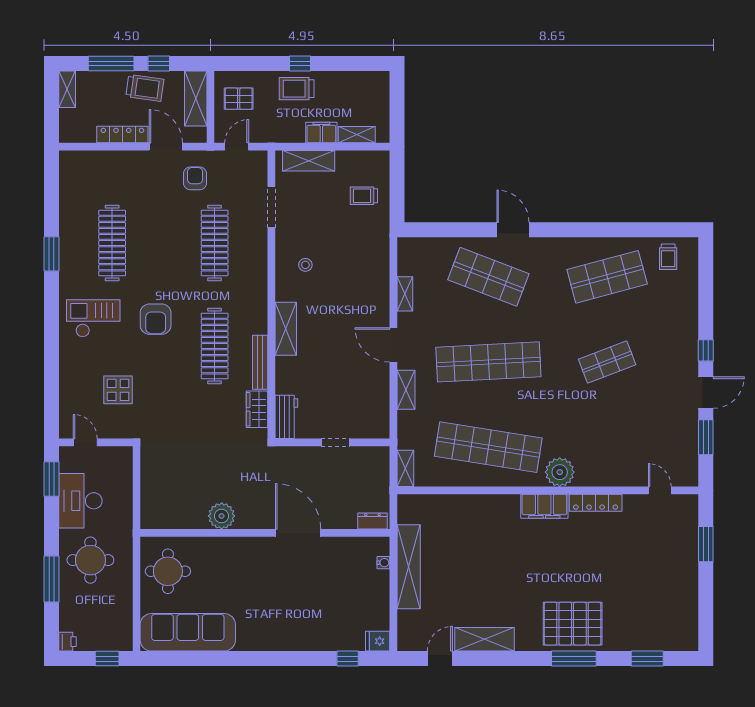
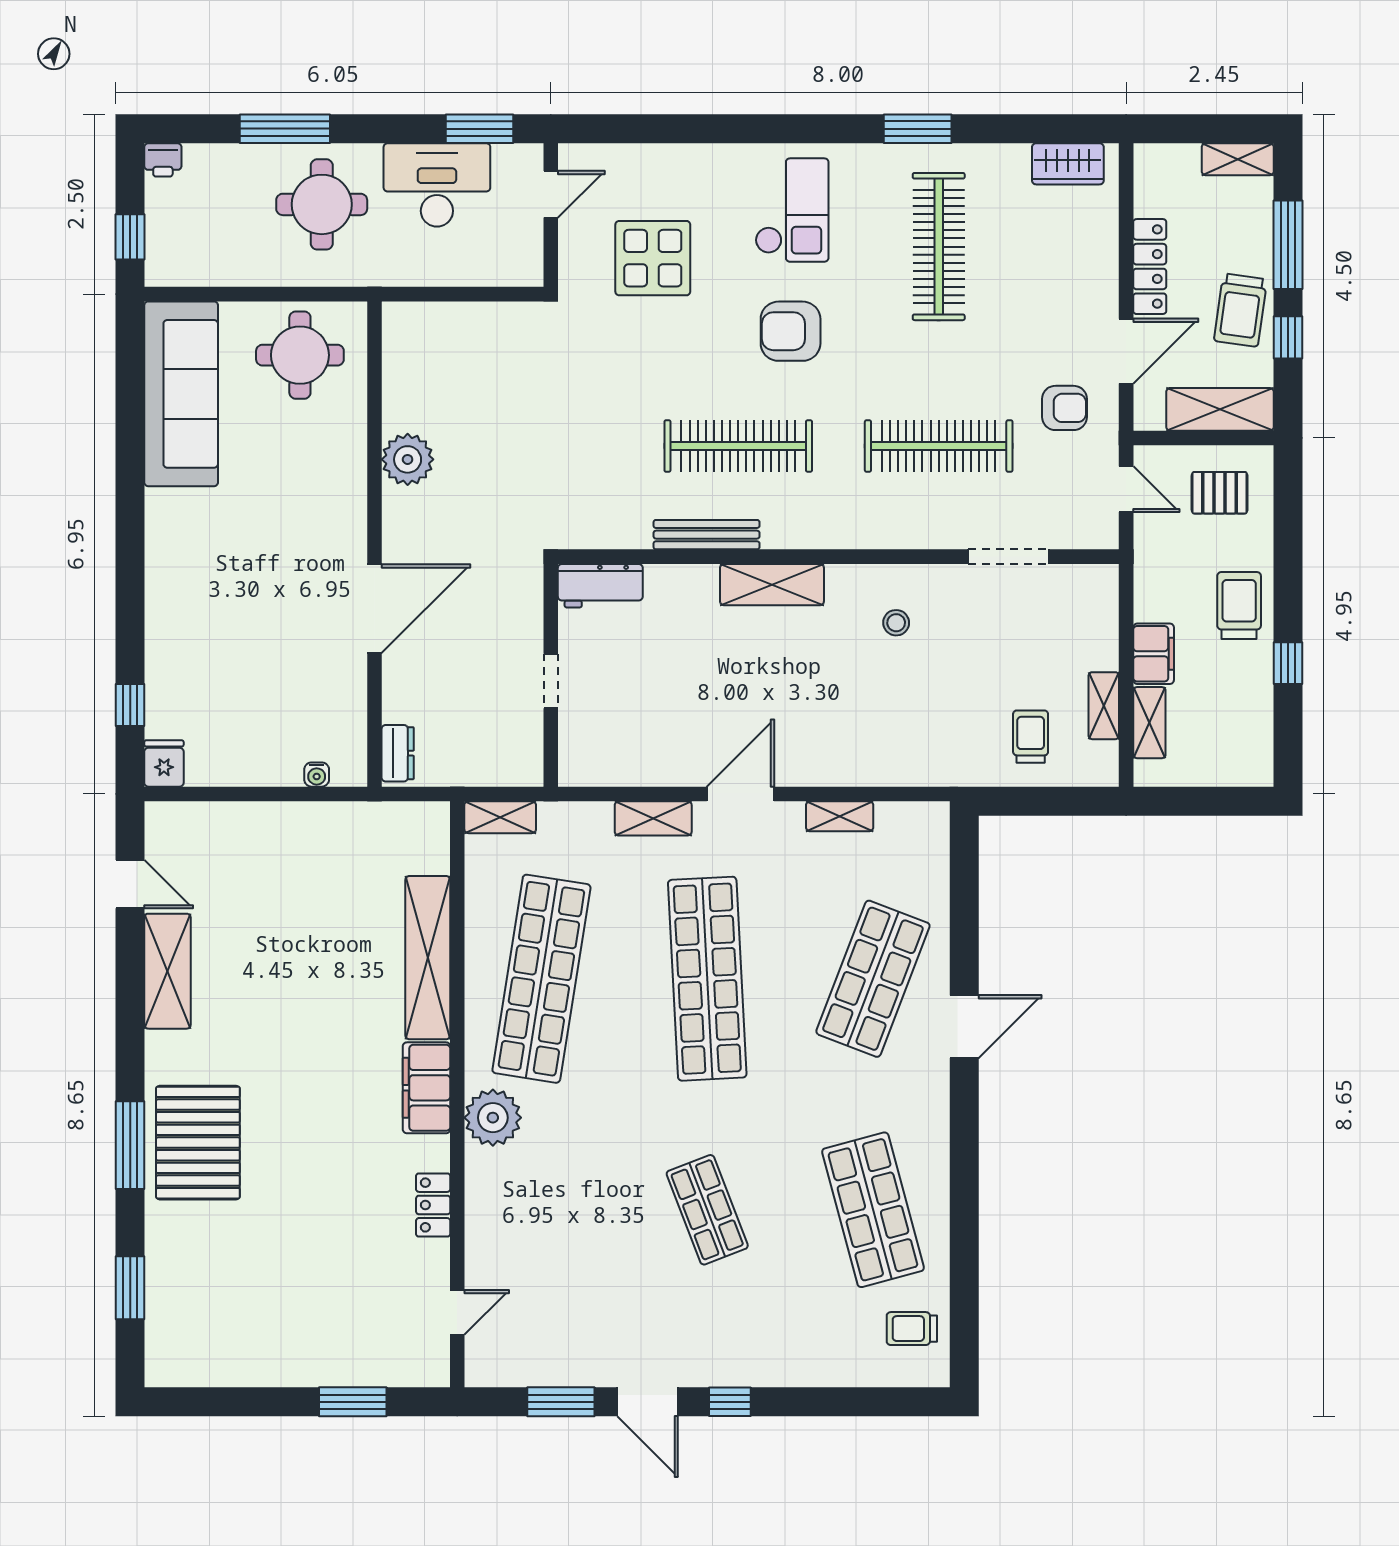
window: (300, 64) -> (1288, 663), moved
pallet: (239, 99) -> (1220, 493), turned 90
shelving: (309, 161) -> (1104, 706), moved, width x0.67, depth x0.75
clothes rail: (112, 243) -> (939, 247), turned 90
display table: (118, 390) -> (653, 258), width x1.36, depth x1.36
wardrobe: (257, 409) -> (1068, 164), moved, turned 180
locker: (596, 503) -> (433, 1205), width x0.66
shelving: (409, 567) -> (428, 958), moved, turned 90

